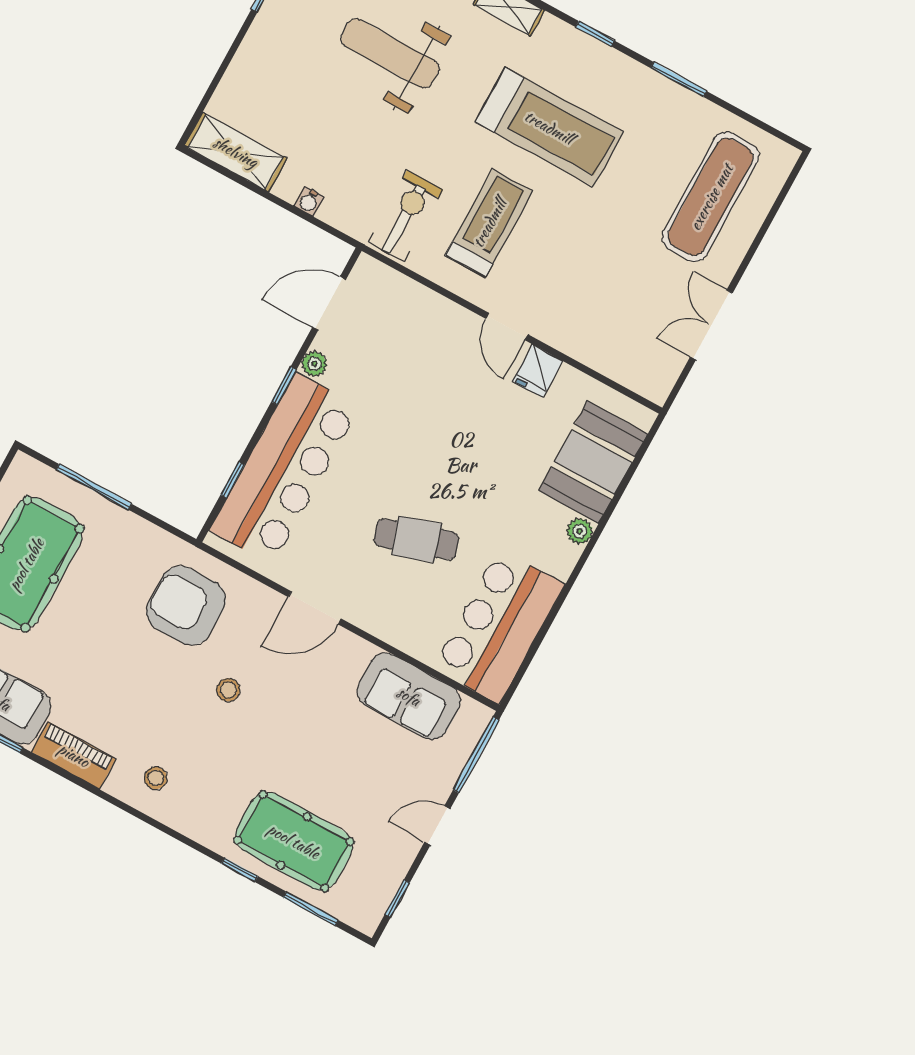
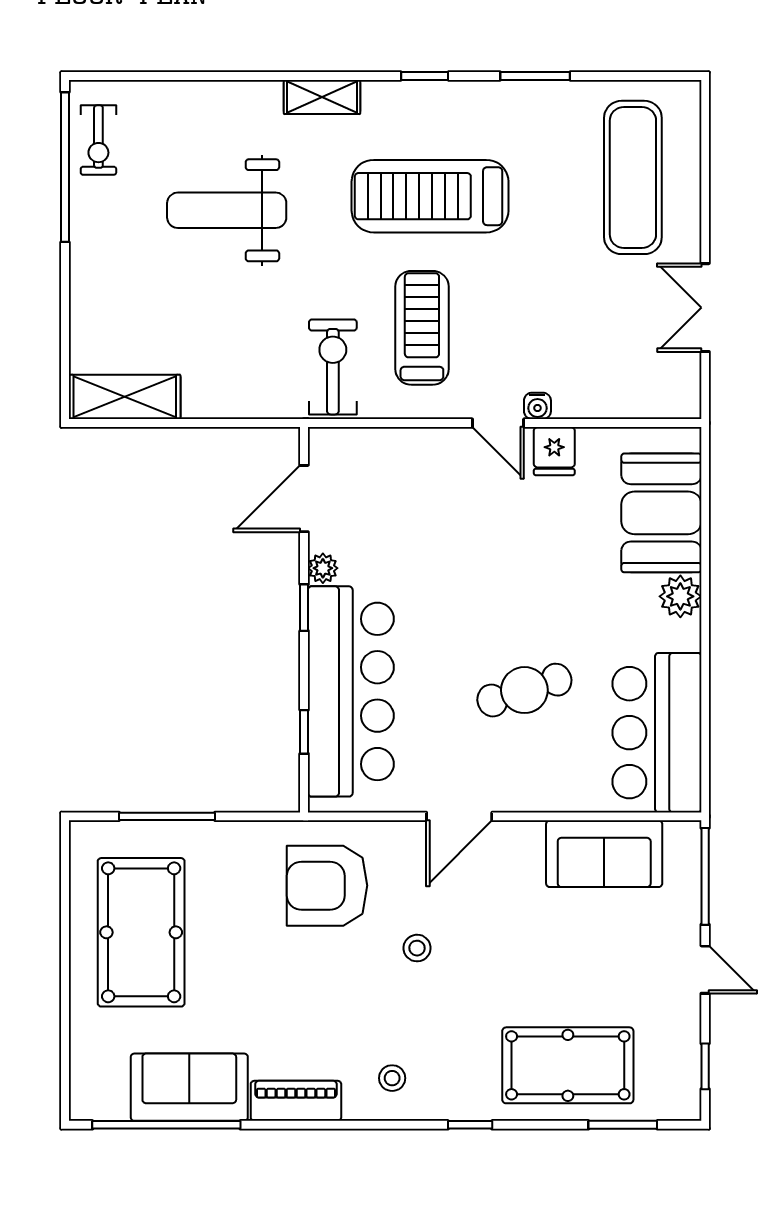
treadmill: (549, 127) -> (430, 196), turned 180
water cooler: (309, 201) -> (537, 406), moved
plant: (580, 531) -> (680, 596), width x1.38, depth x1.38
door: (437, 825) -> (705, 970), swing flipped
window: (240, 870) -> (470, 1125), moved

